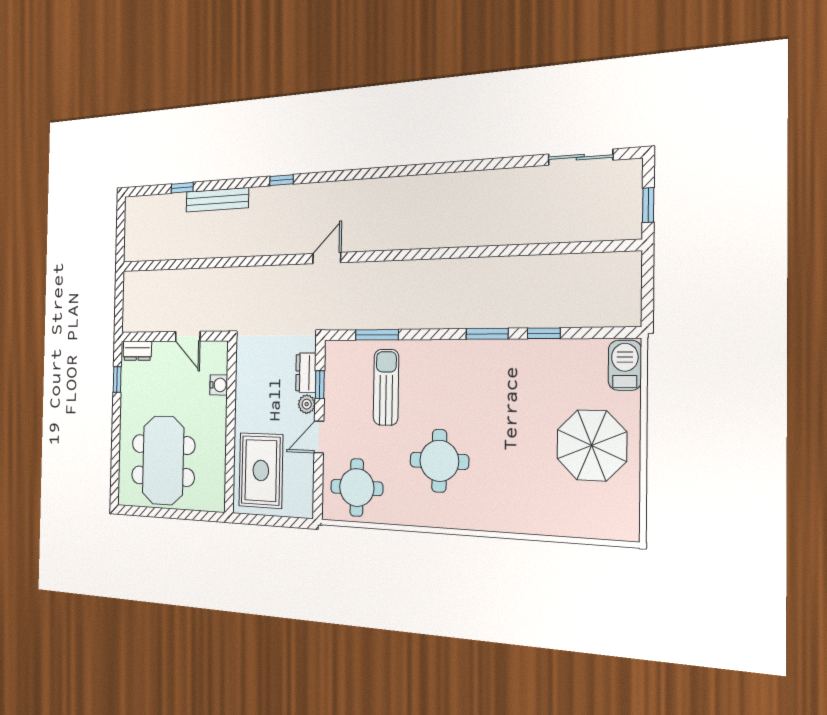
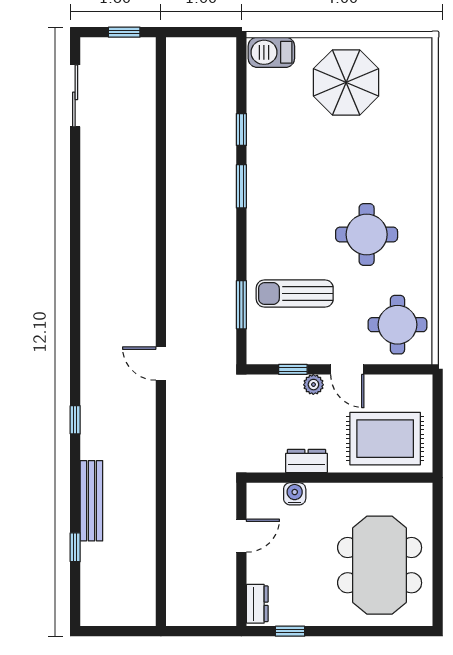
dresser: (306, 373) -> (307, 461), moved, turned 180
meeting table: (163, 460) -> (380, 565), turned 90

